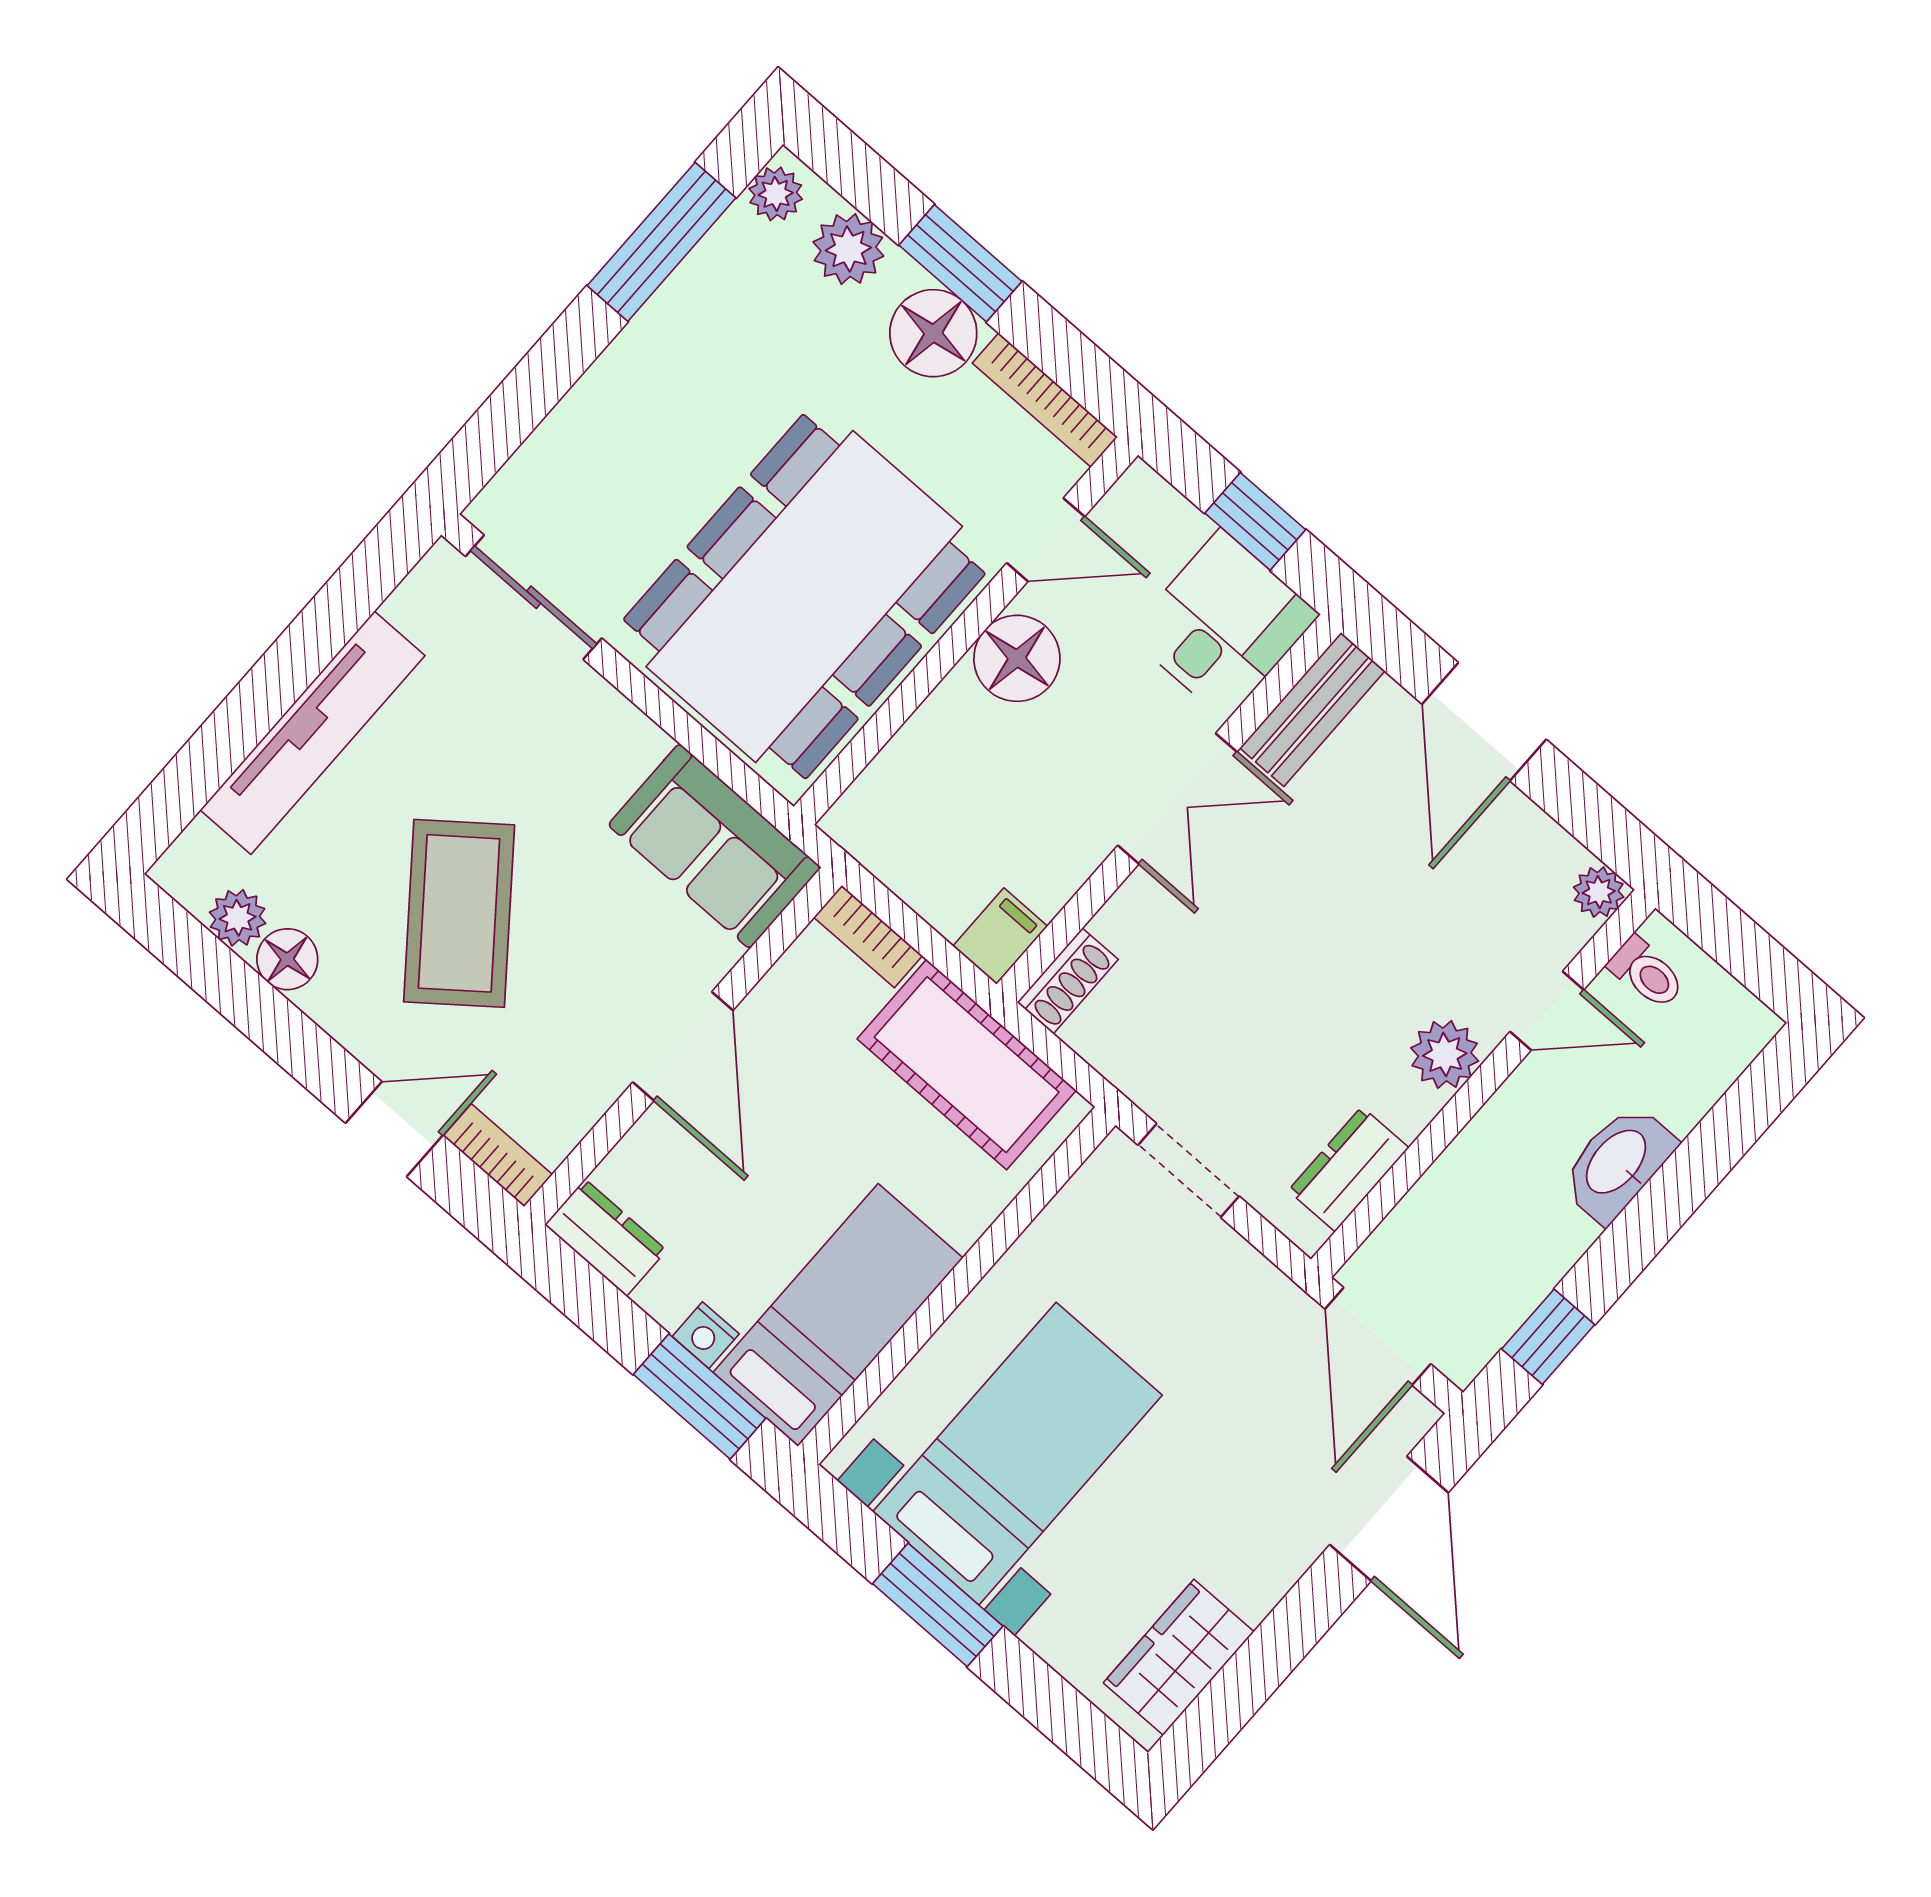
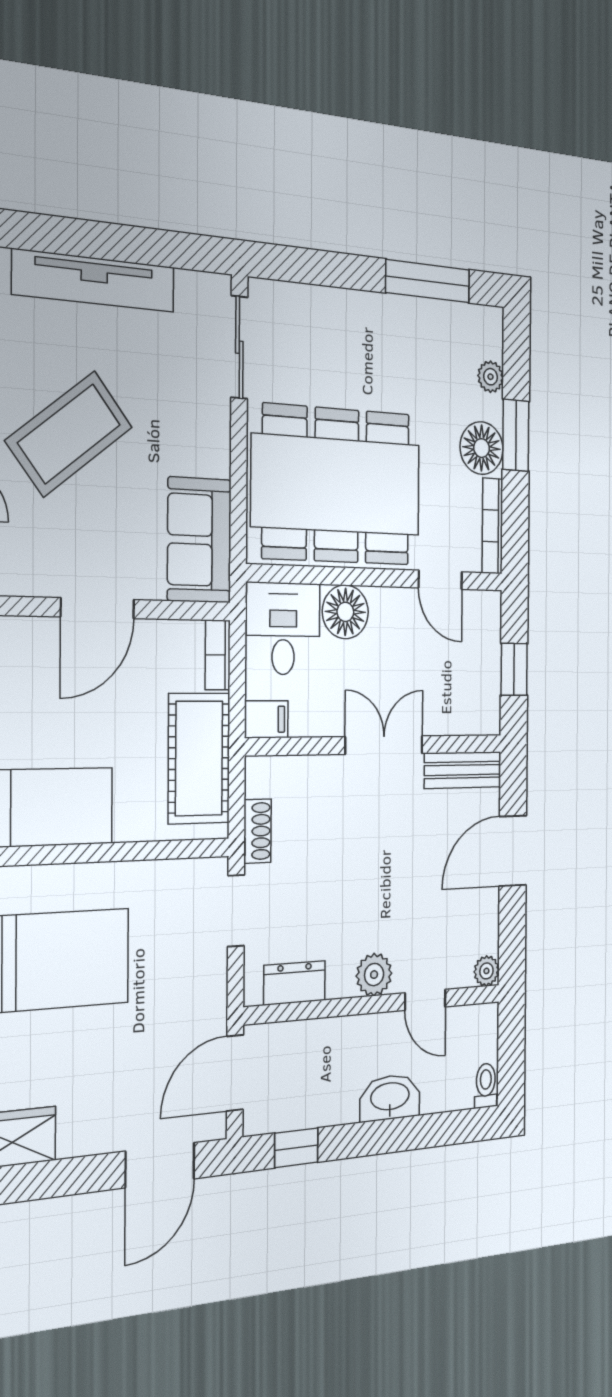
plant: (776, 194) -> (483, 321), removed
plant: (848, 249) -> (491, 377), width x0.73, depth x0.73
desk: (1223, 625) -> (283, 629), moved, turned -90
floor lamp: (1017, 658) -> (345, 612), moved
double door: (1177, 799) -> (384, 745), swing flipped
toilet: (1647, 973) -> (486, 1086), moved, turned 180
shoe rack: (1068, 981) -> (257, 831), moved, turned -90

